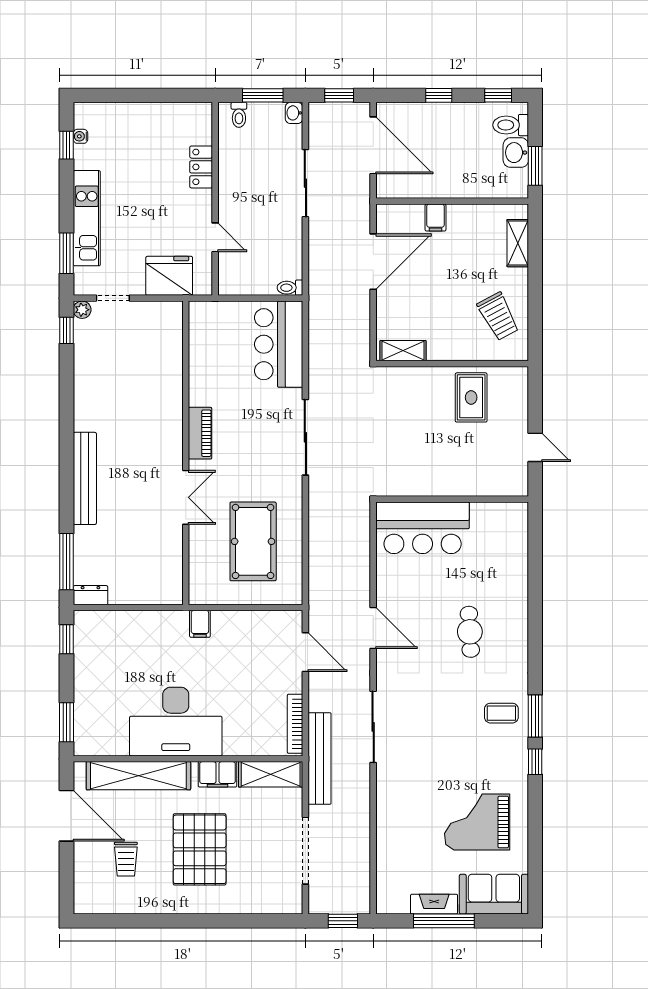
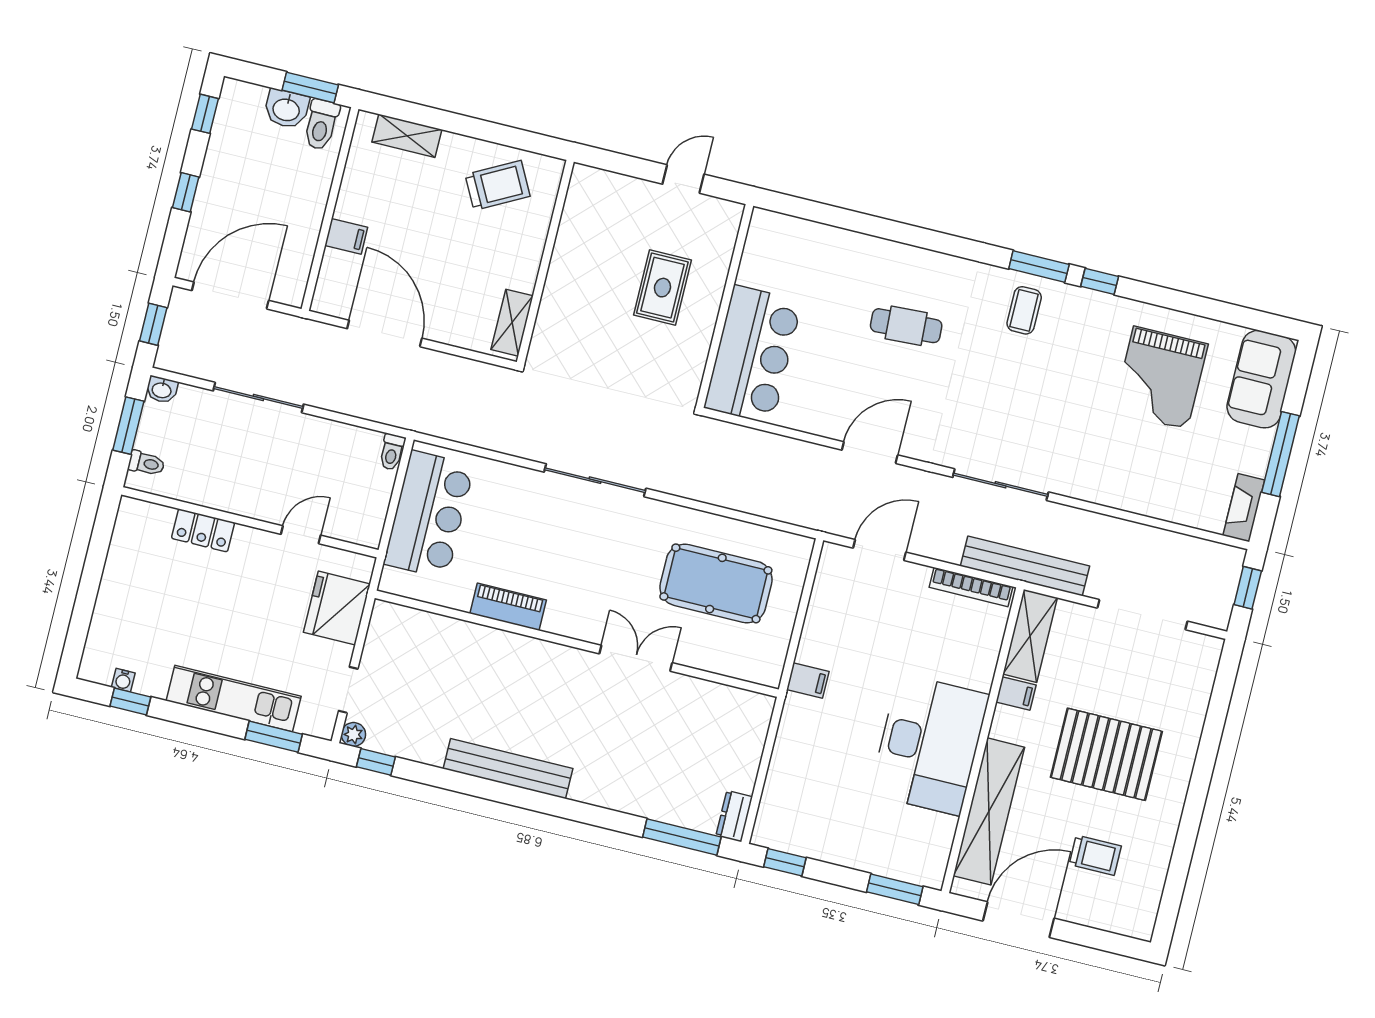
toilet: (511, 125) -> (321, 125), moved
bar counter: (279, 344) -> (429, 515), moved, turned -90
rug: (471, 397) -> (662, 288), moved, turned 90
piano: (200, 433) -> (508, 607), moved
bench: (85, 478) -> (508, 769), moved
filing cabinet: (218, 774) -> (1016, 693), width x0.50
fireplace: (434, 904) -> (1244, 508), moved

